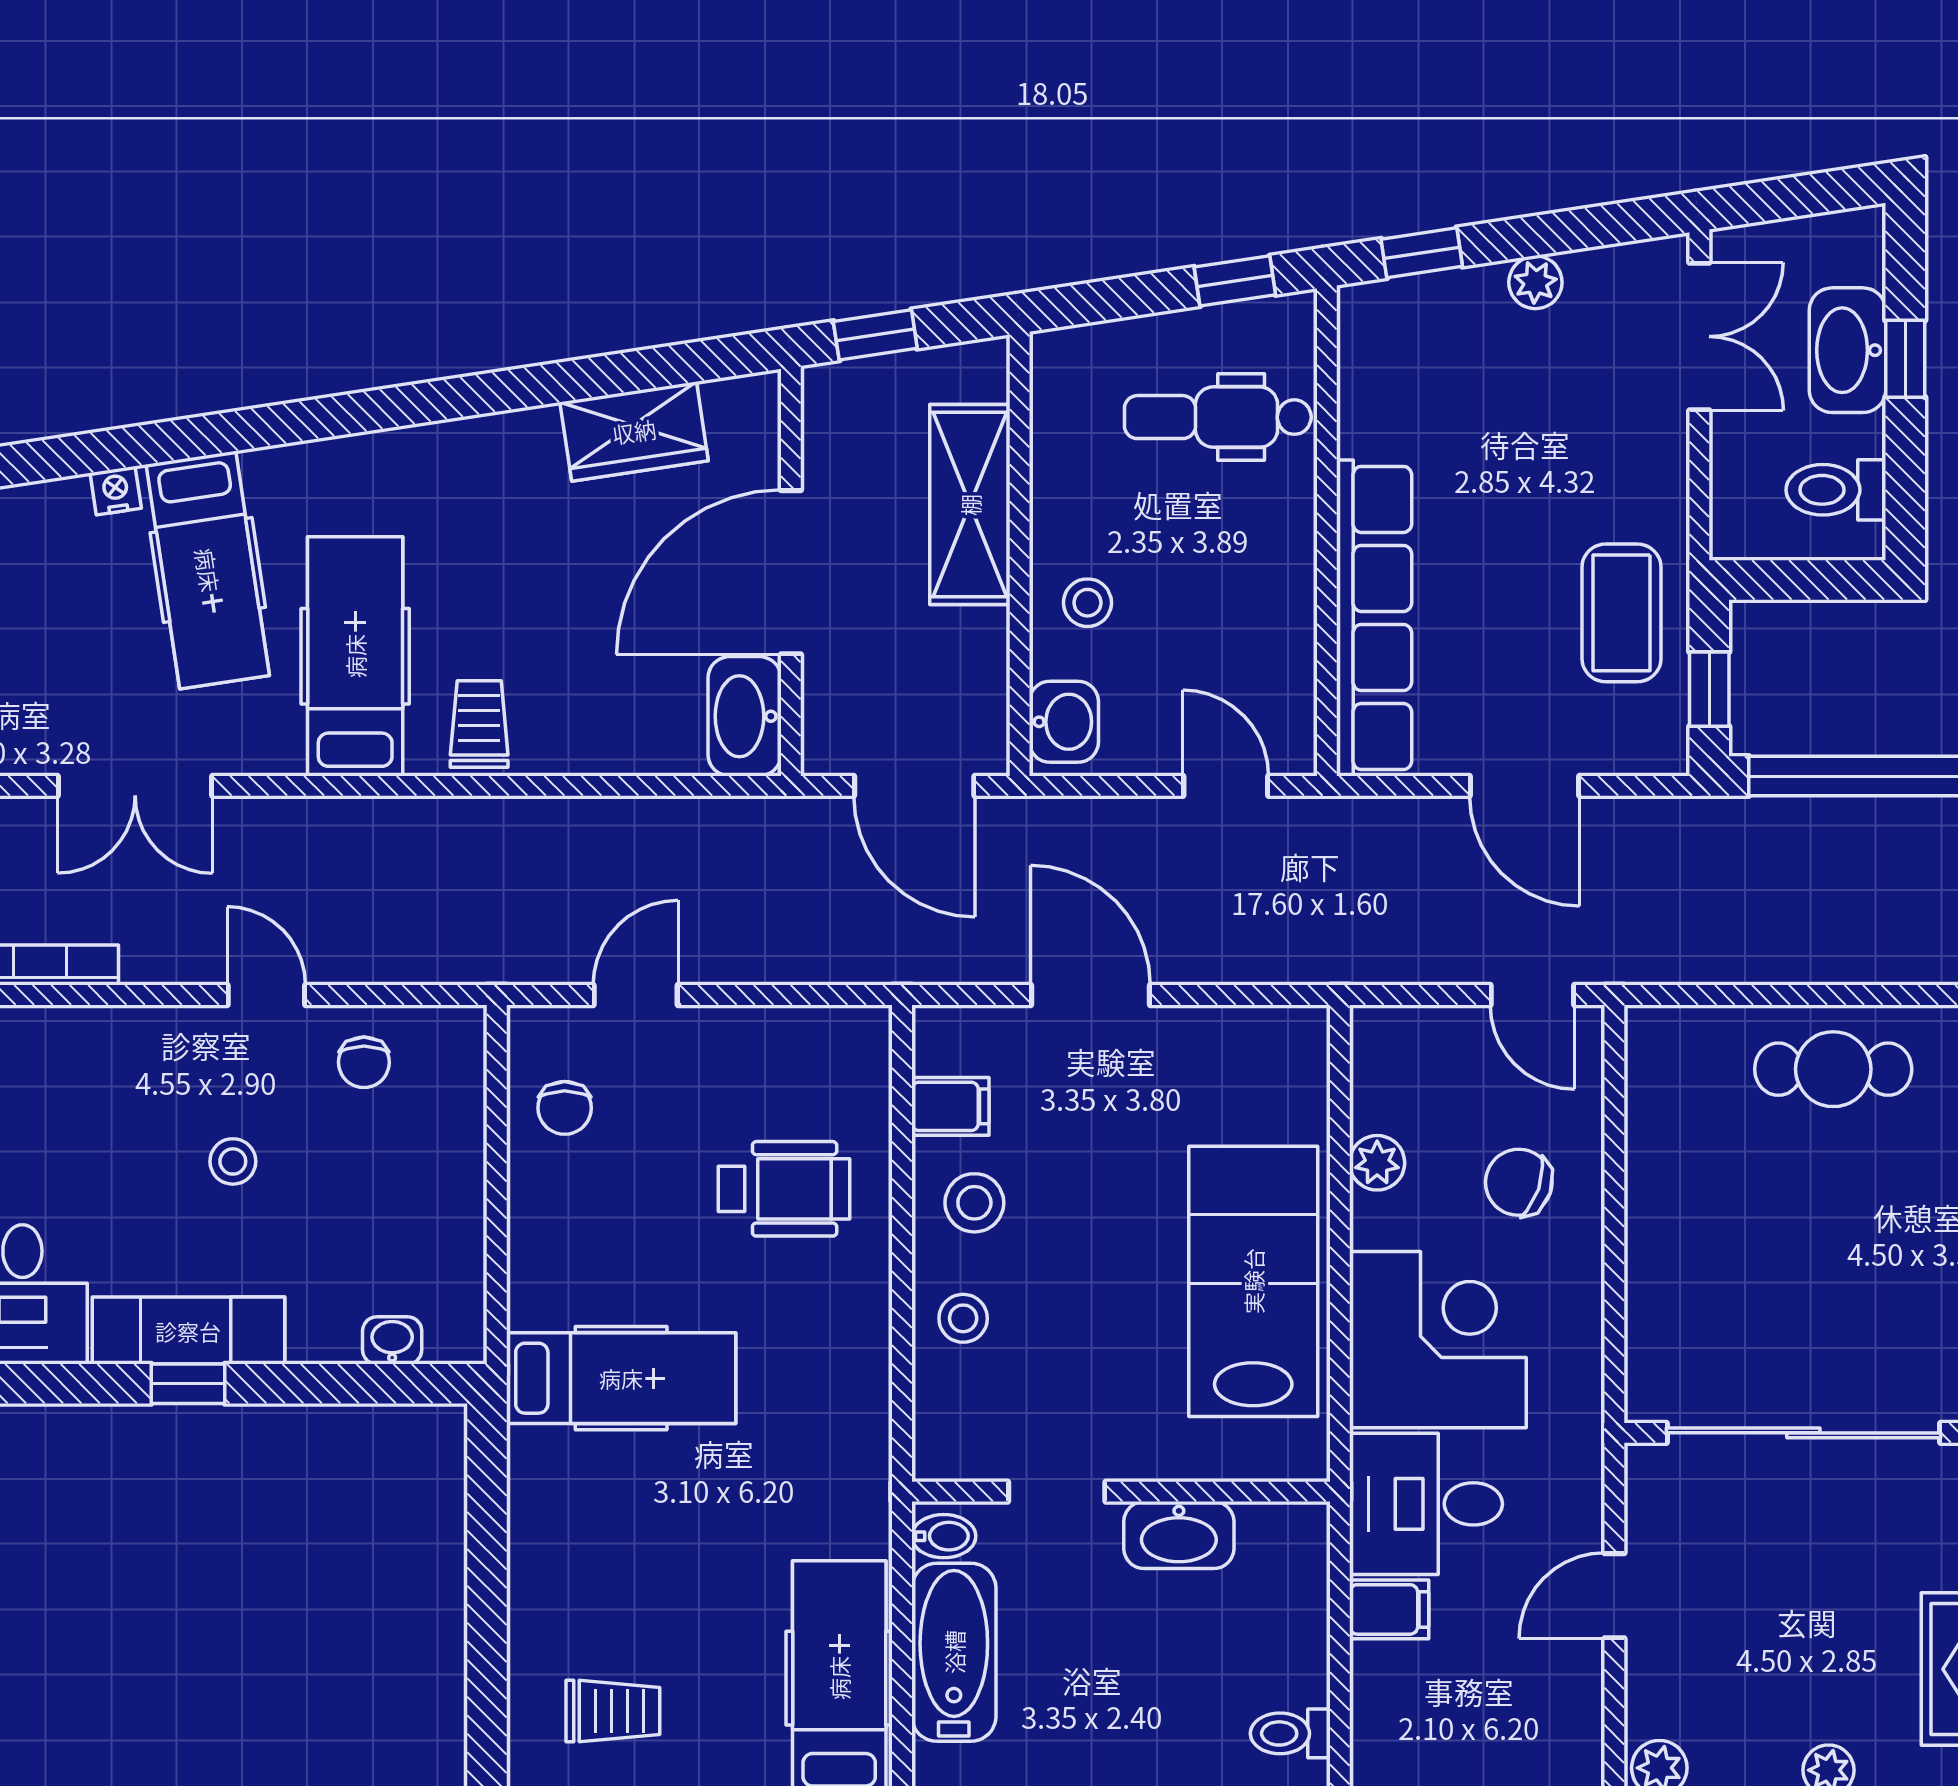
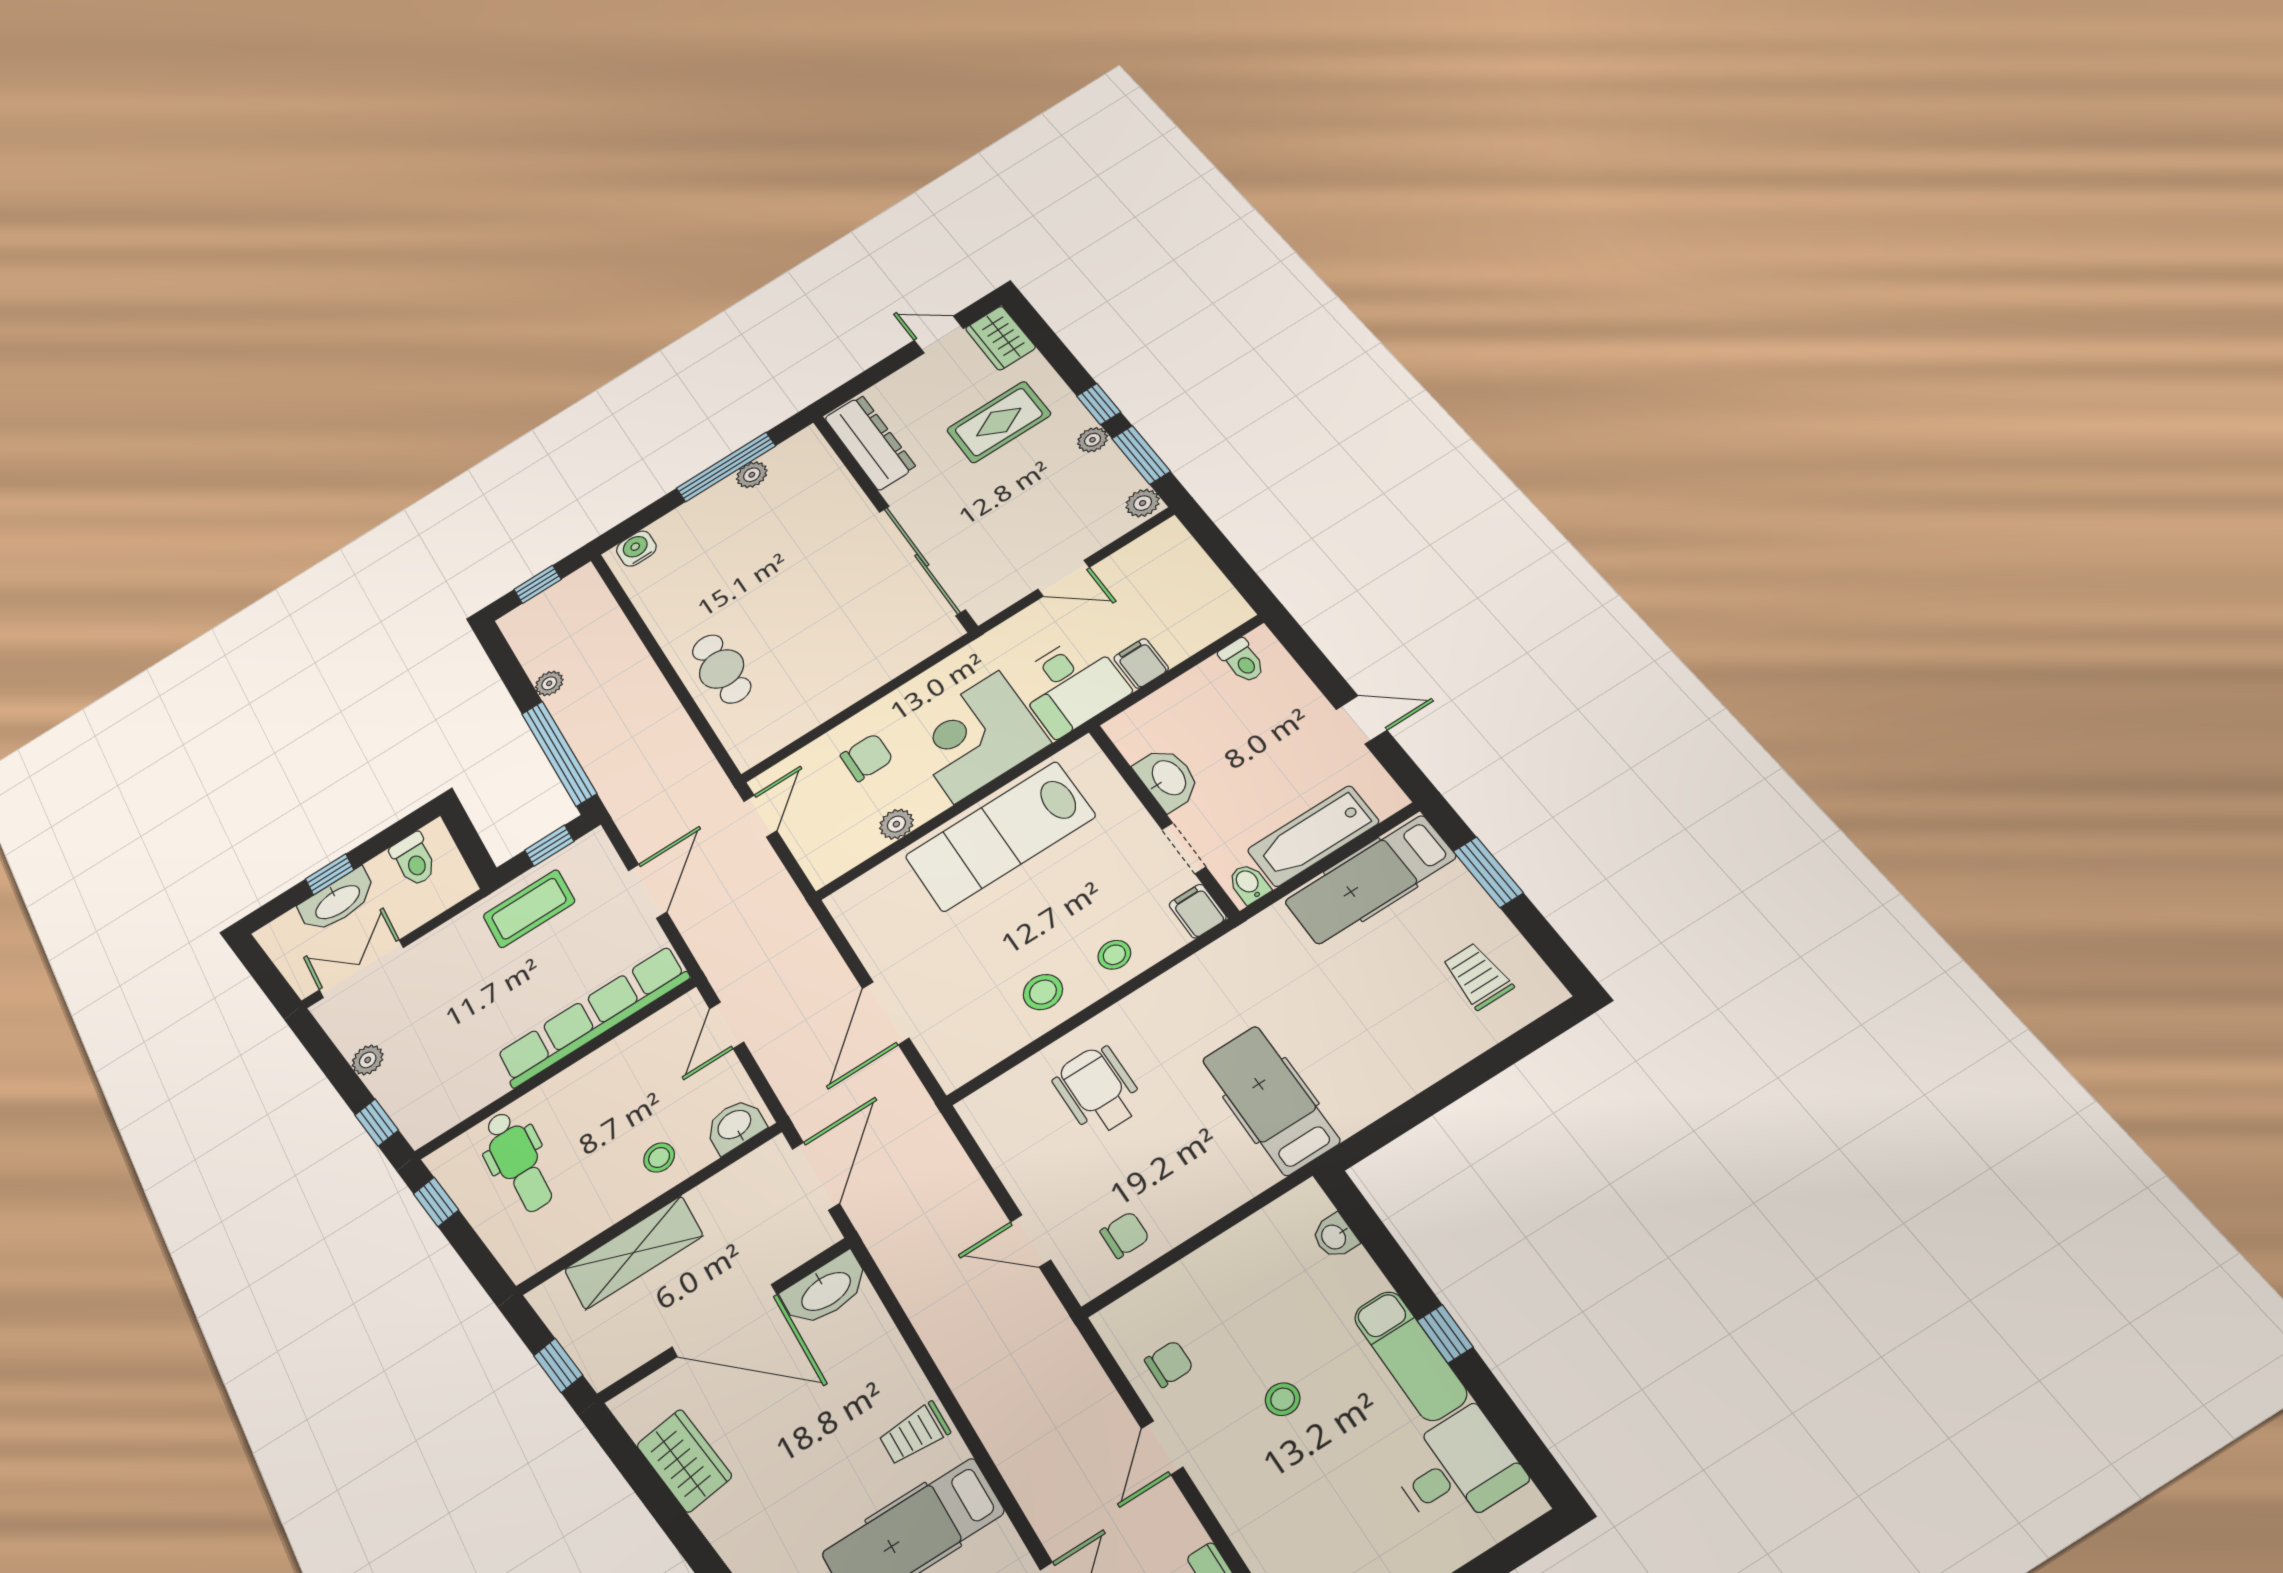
filing cabinet: (950, 1106) -> (1198, 911), moved
chair: (1519, 1182) -> (867, 757), turned -109

